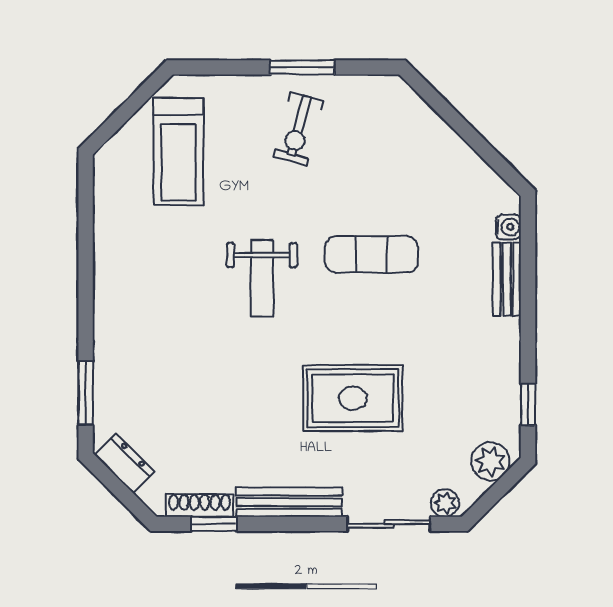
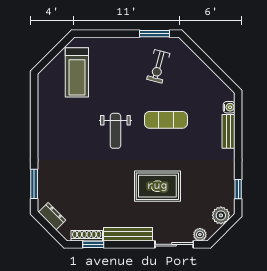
window: (302, 67) -> (154, 34), moved
exercise bike: (298, 129) -> (158, 66), moved

